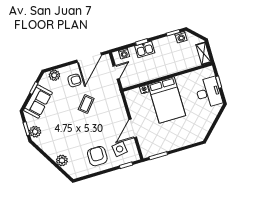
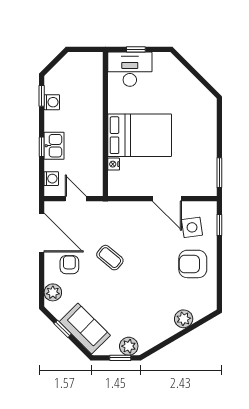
washing machine: (181, 37) -> (52, 102), moved
shelving: (204, 53) -> (86, 59), removed
desk: (209, 92) -> (130, 69), moved

